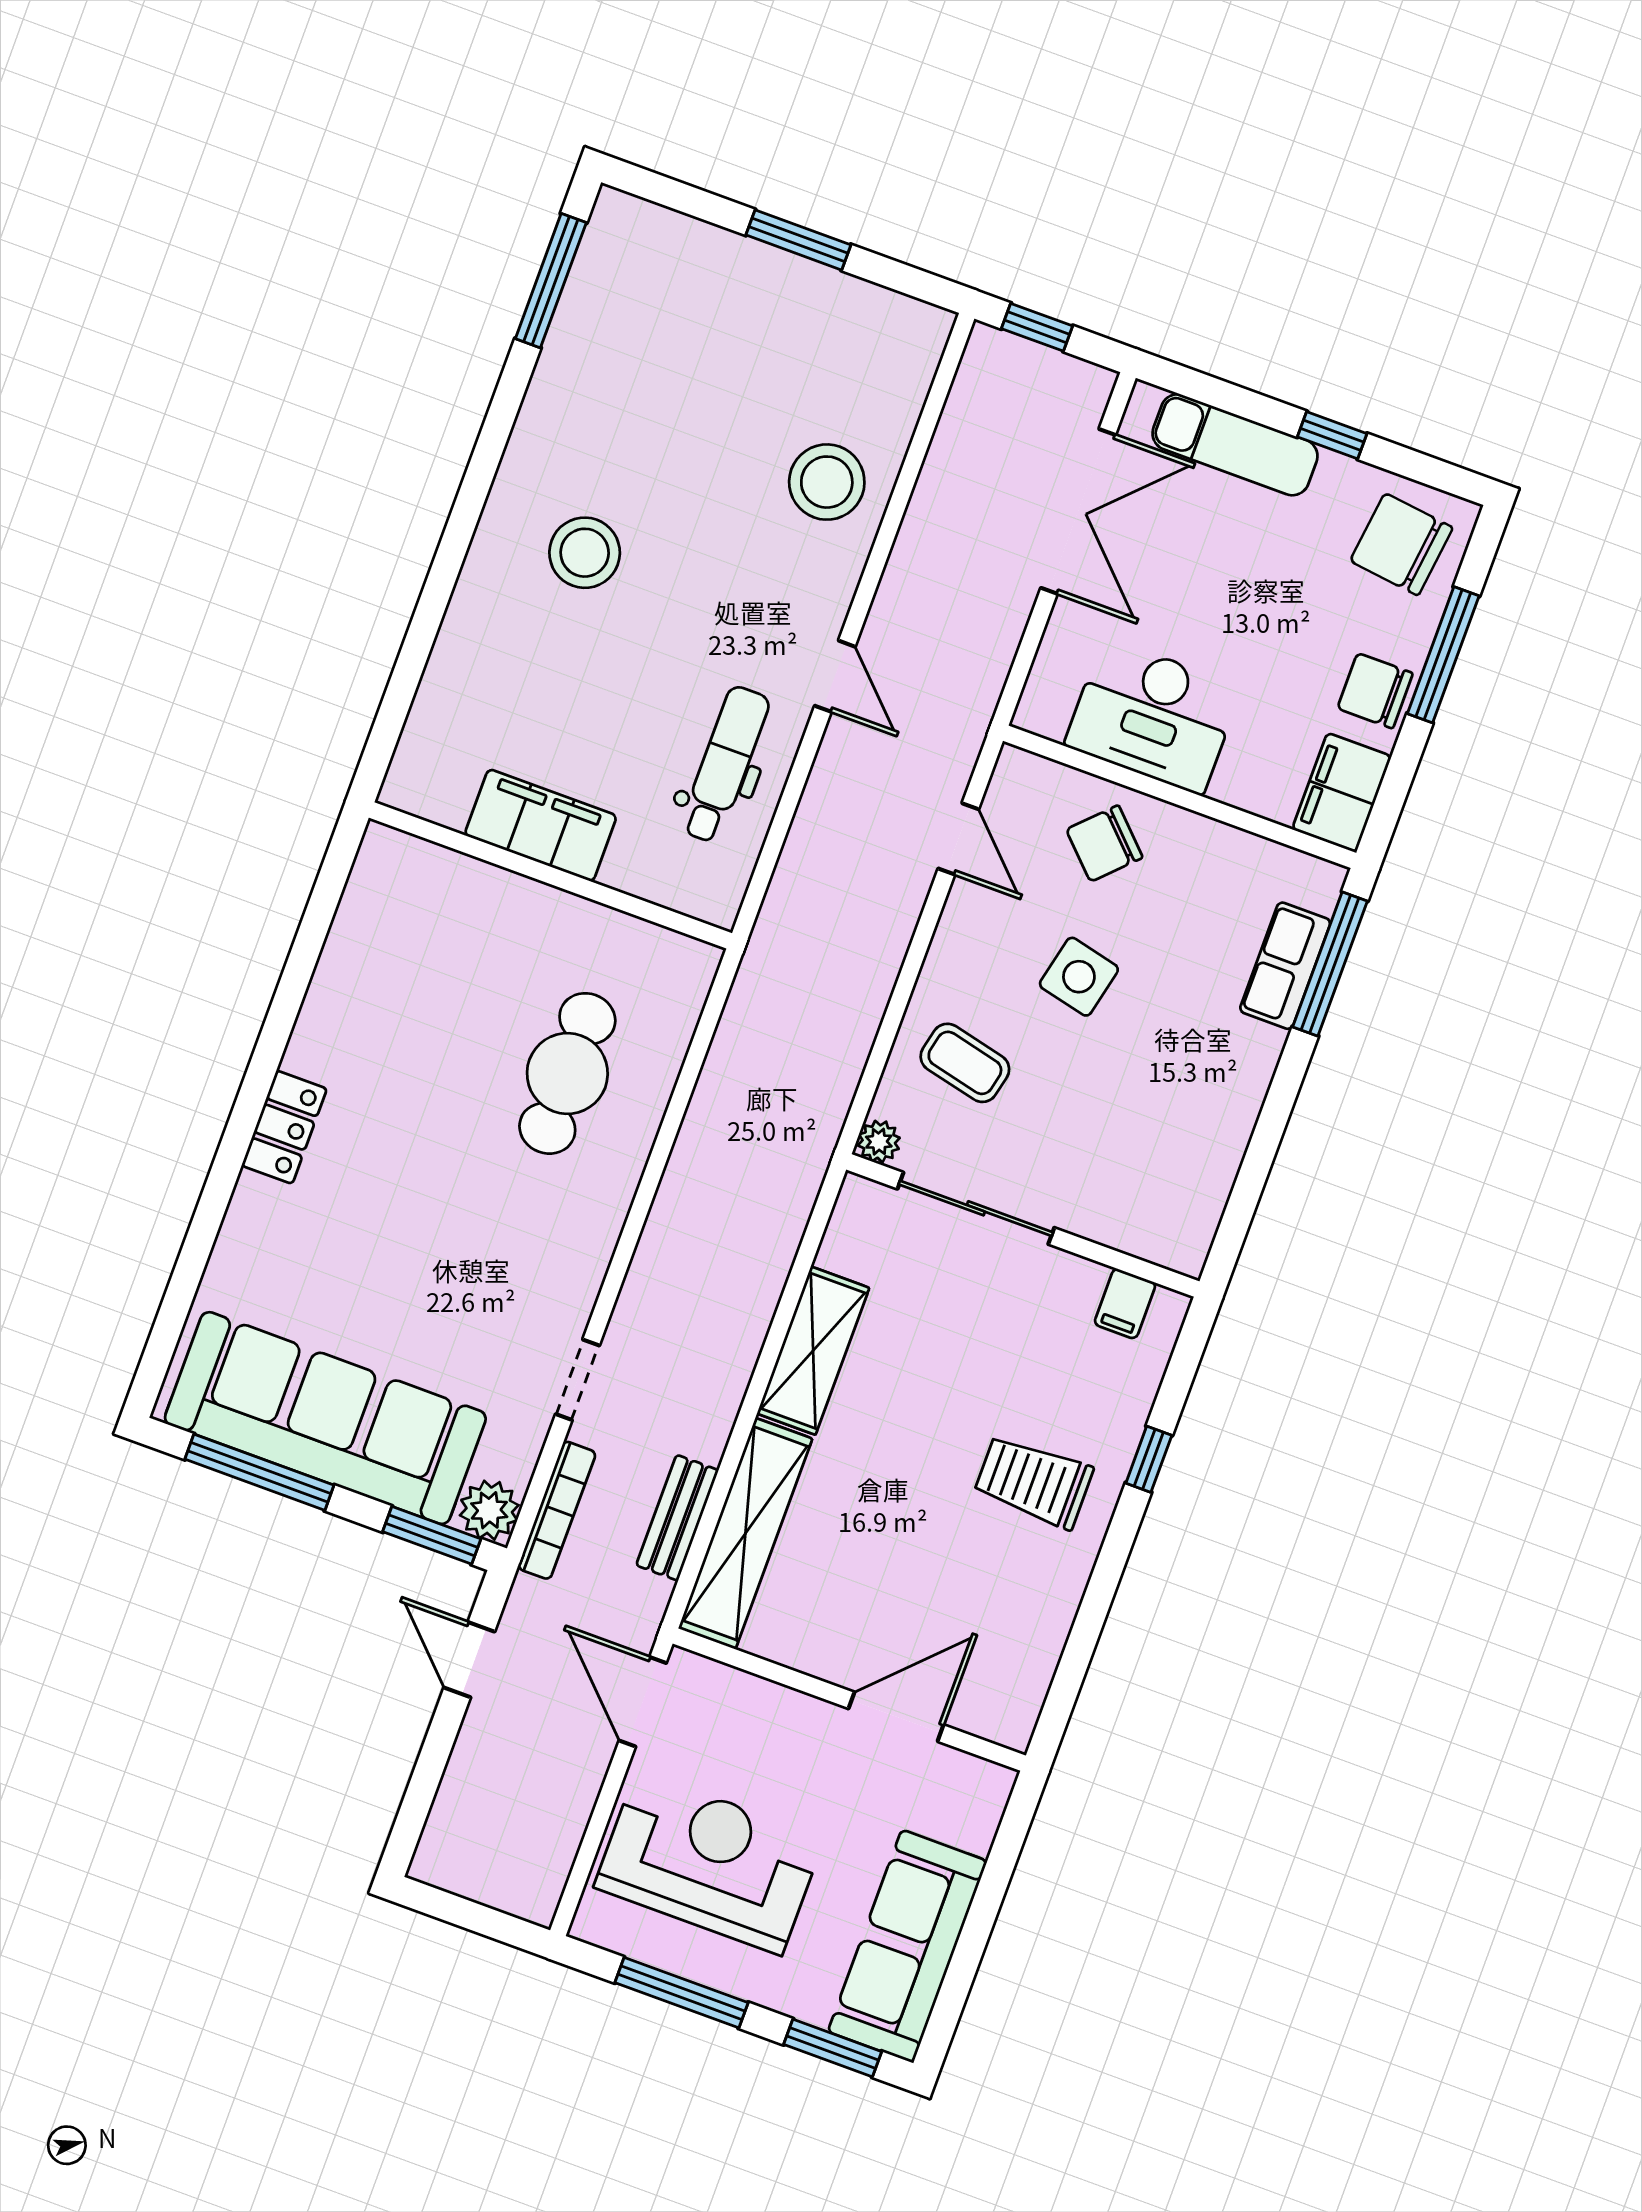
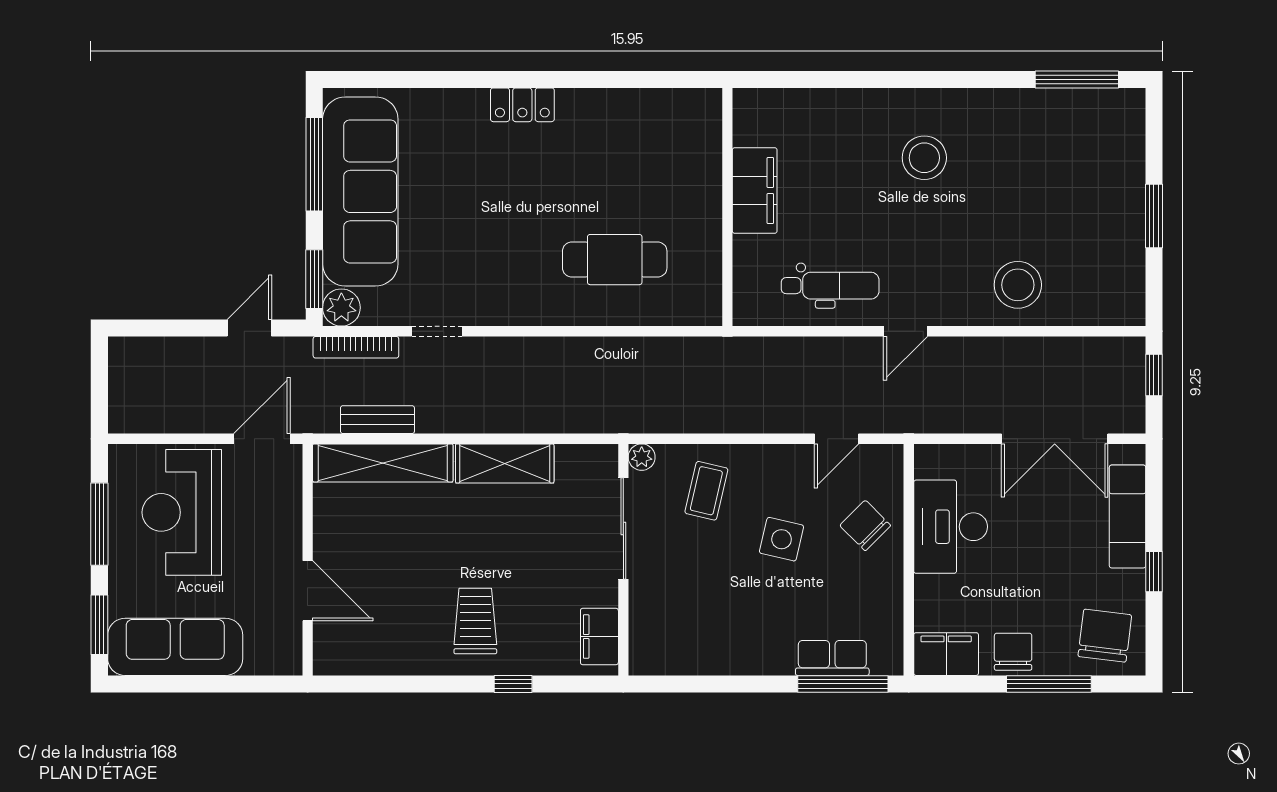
filing cabinet: (1125, 1304) -> (599, 636), width x2.00
reception desk: (709, 1862) -> (182, 512), turned 180

